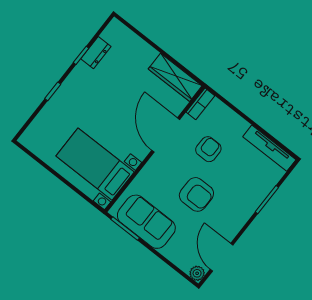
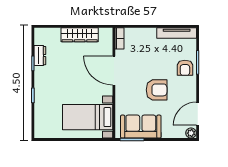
wardrobe: (175, 77) -> (80, 35), moved
armchair: (208, 149) -> (185, 68), moved, turned 180
door: (222, 257) -> (198, 114), hinge flipped

